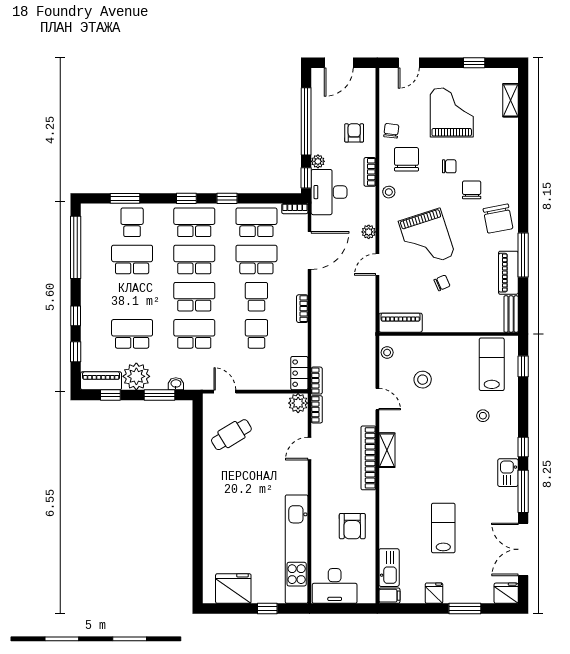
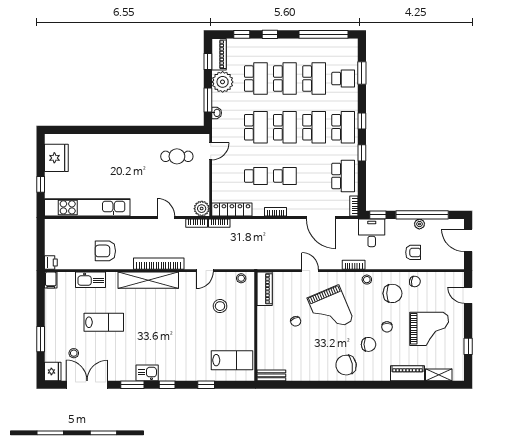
plant: (318, 161) -> (419, 224), moved
bookcase: (370, 172) -> (354, 265), moved
desk: (329, 192) -> (372, 233), width x0.73
plant: (369, 232) -> (336, 264), removed
grand piano: (427, 238) -> (330, 309), turned -95
window: (523, 255) -> (318, 385), removed
school desk: (256, 259) -> (285, 79), moved
piano: (508, 273) -> (407, 373), moved
window: (523, 366) -> (206, 385), moved
locker: (299, 373) -> (232, 210), width x1.53
stool: (483, 416) -> (74, 353), moved
cafe table: (231, 435) -> (177, 156), turned -59
shelving: (387, 450) -> (148, 280), width x2.20, depth x1.33
window: (523, 491) -> (132, 385), width x0.69
kitchen sink: (389, 568) -> (91, 280), moved
desk: (335, 586) -> (58, 237), removed
fridge: (434, 593) -> (53, 315), removed
printer: (367, 596) -> (51, 262), added

